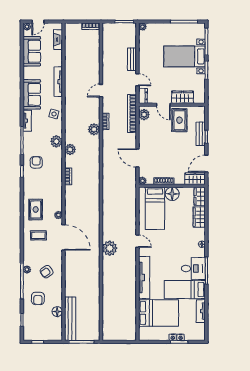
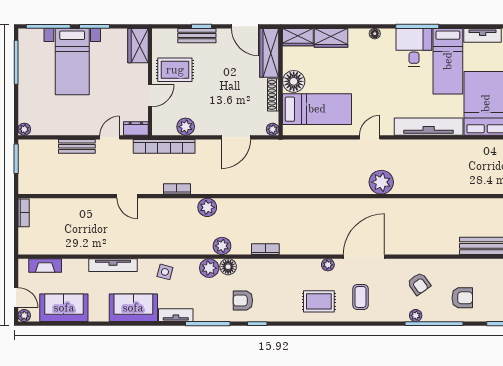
wardrobe: (183, 97) -> (138, 46), moved
plant: (144, 115) -> (186, 127), moved
plant: (94, 129) -> (207, 207), moved
wardrobe: (195, 179) -> (269, 53), width x1.50
floor lamp: (57, 312) -> (228, 267), moved

